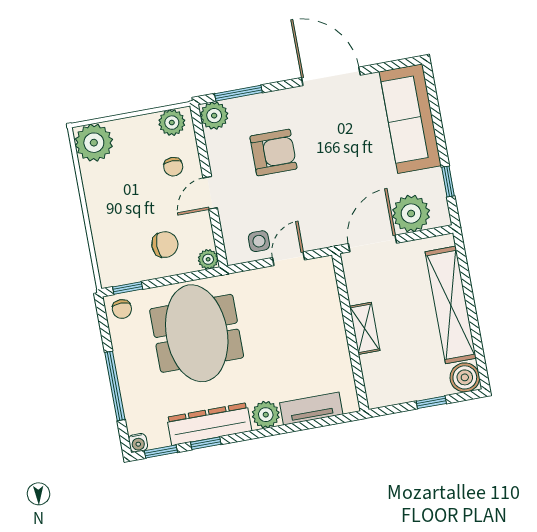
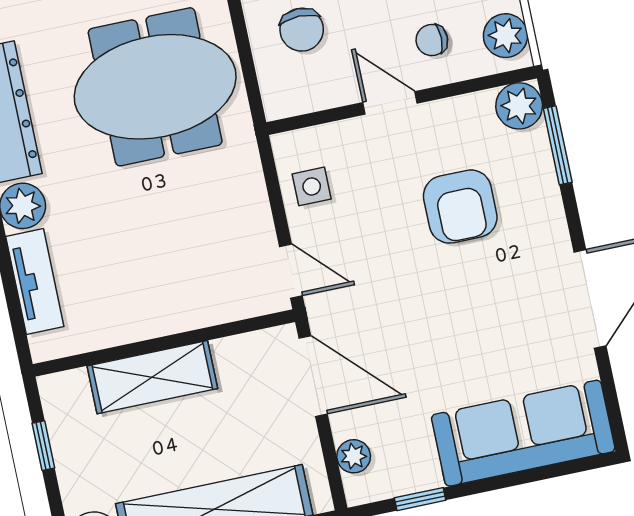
plant: (411, 214) -> (354, 456), width x0.53, depth x0.53
plant: (208, 259) -> (279, 103), removed
door: (289, 259) -> (291, 271), moved
shelving: (365, 328) -> (152, 377), width x1.50, depth x1.33
window: (431, 402) -> (43, 446), moved

